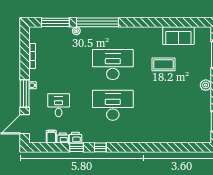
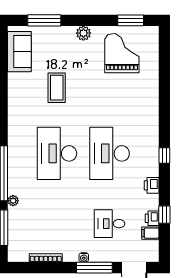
sofa: (178, 36) -> (19, 52), moved
grand piano: (190, 115) -> (122, 53), added
printer: (75, 138) -> (152, 185), moved
window: (77, 147) -> (164, 215), moved
window: (100, 147) -> (164, 156), moved

